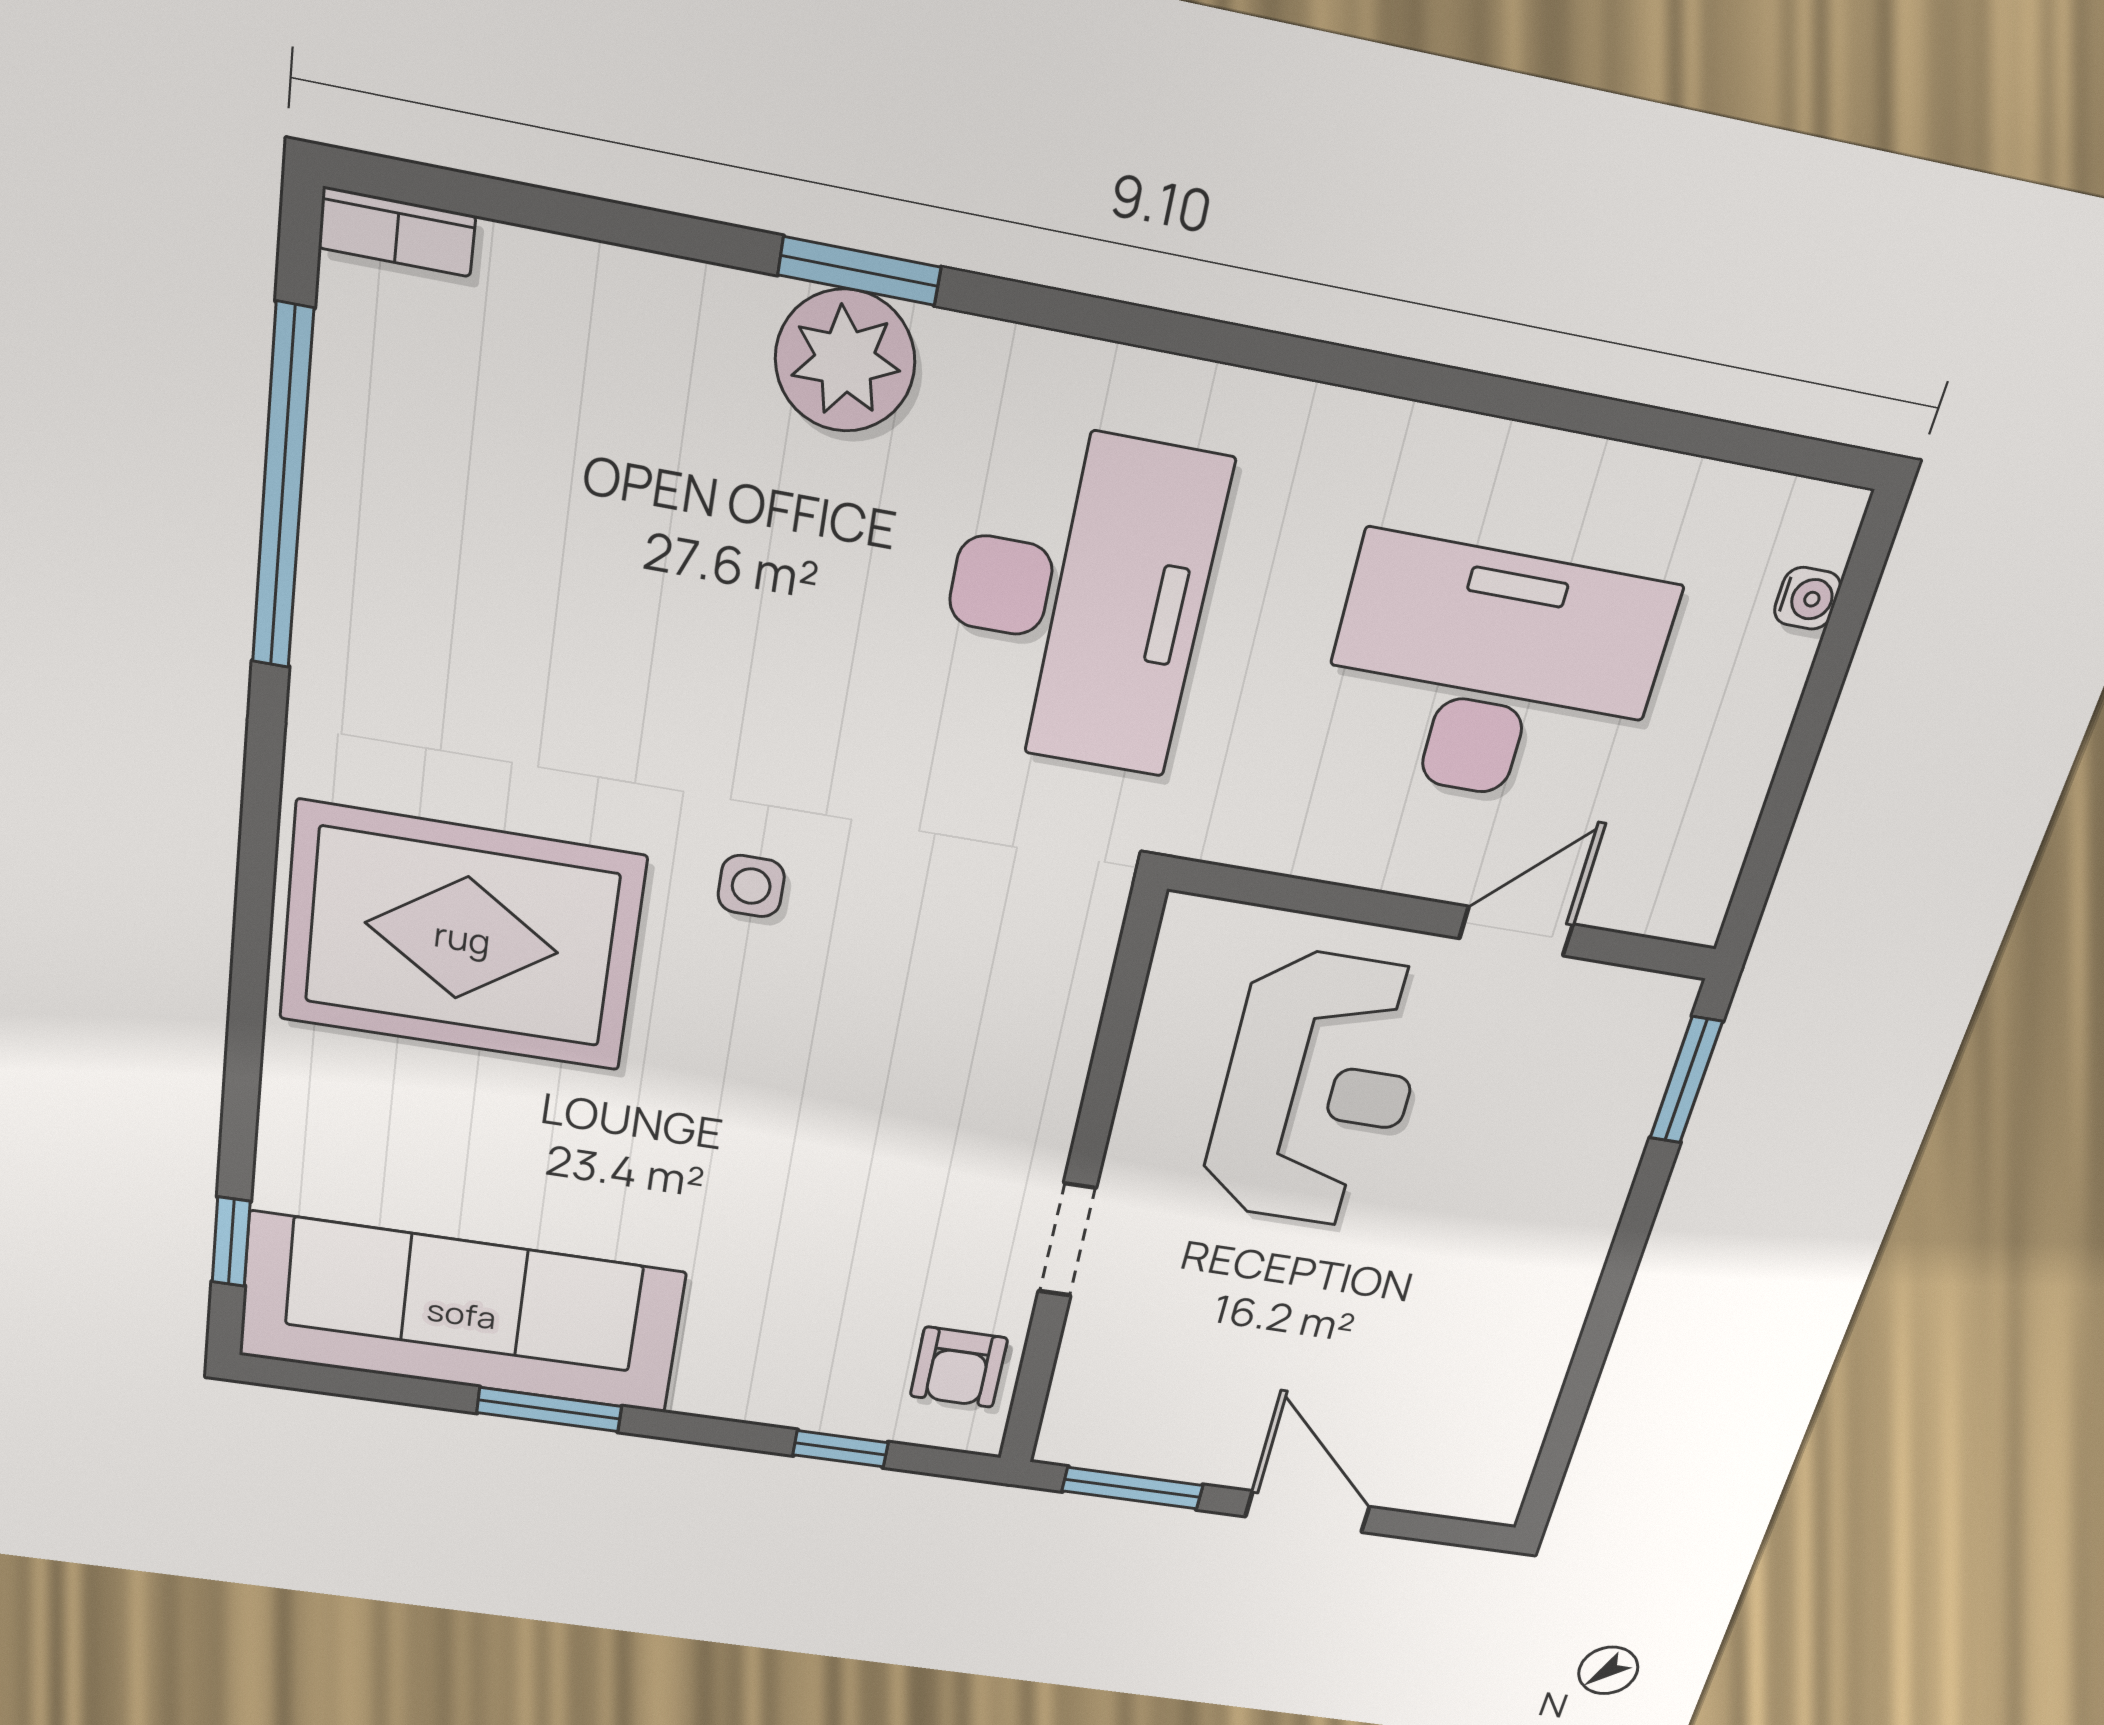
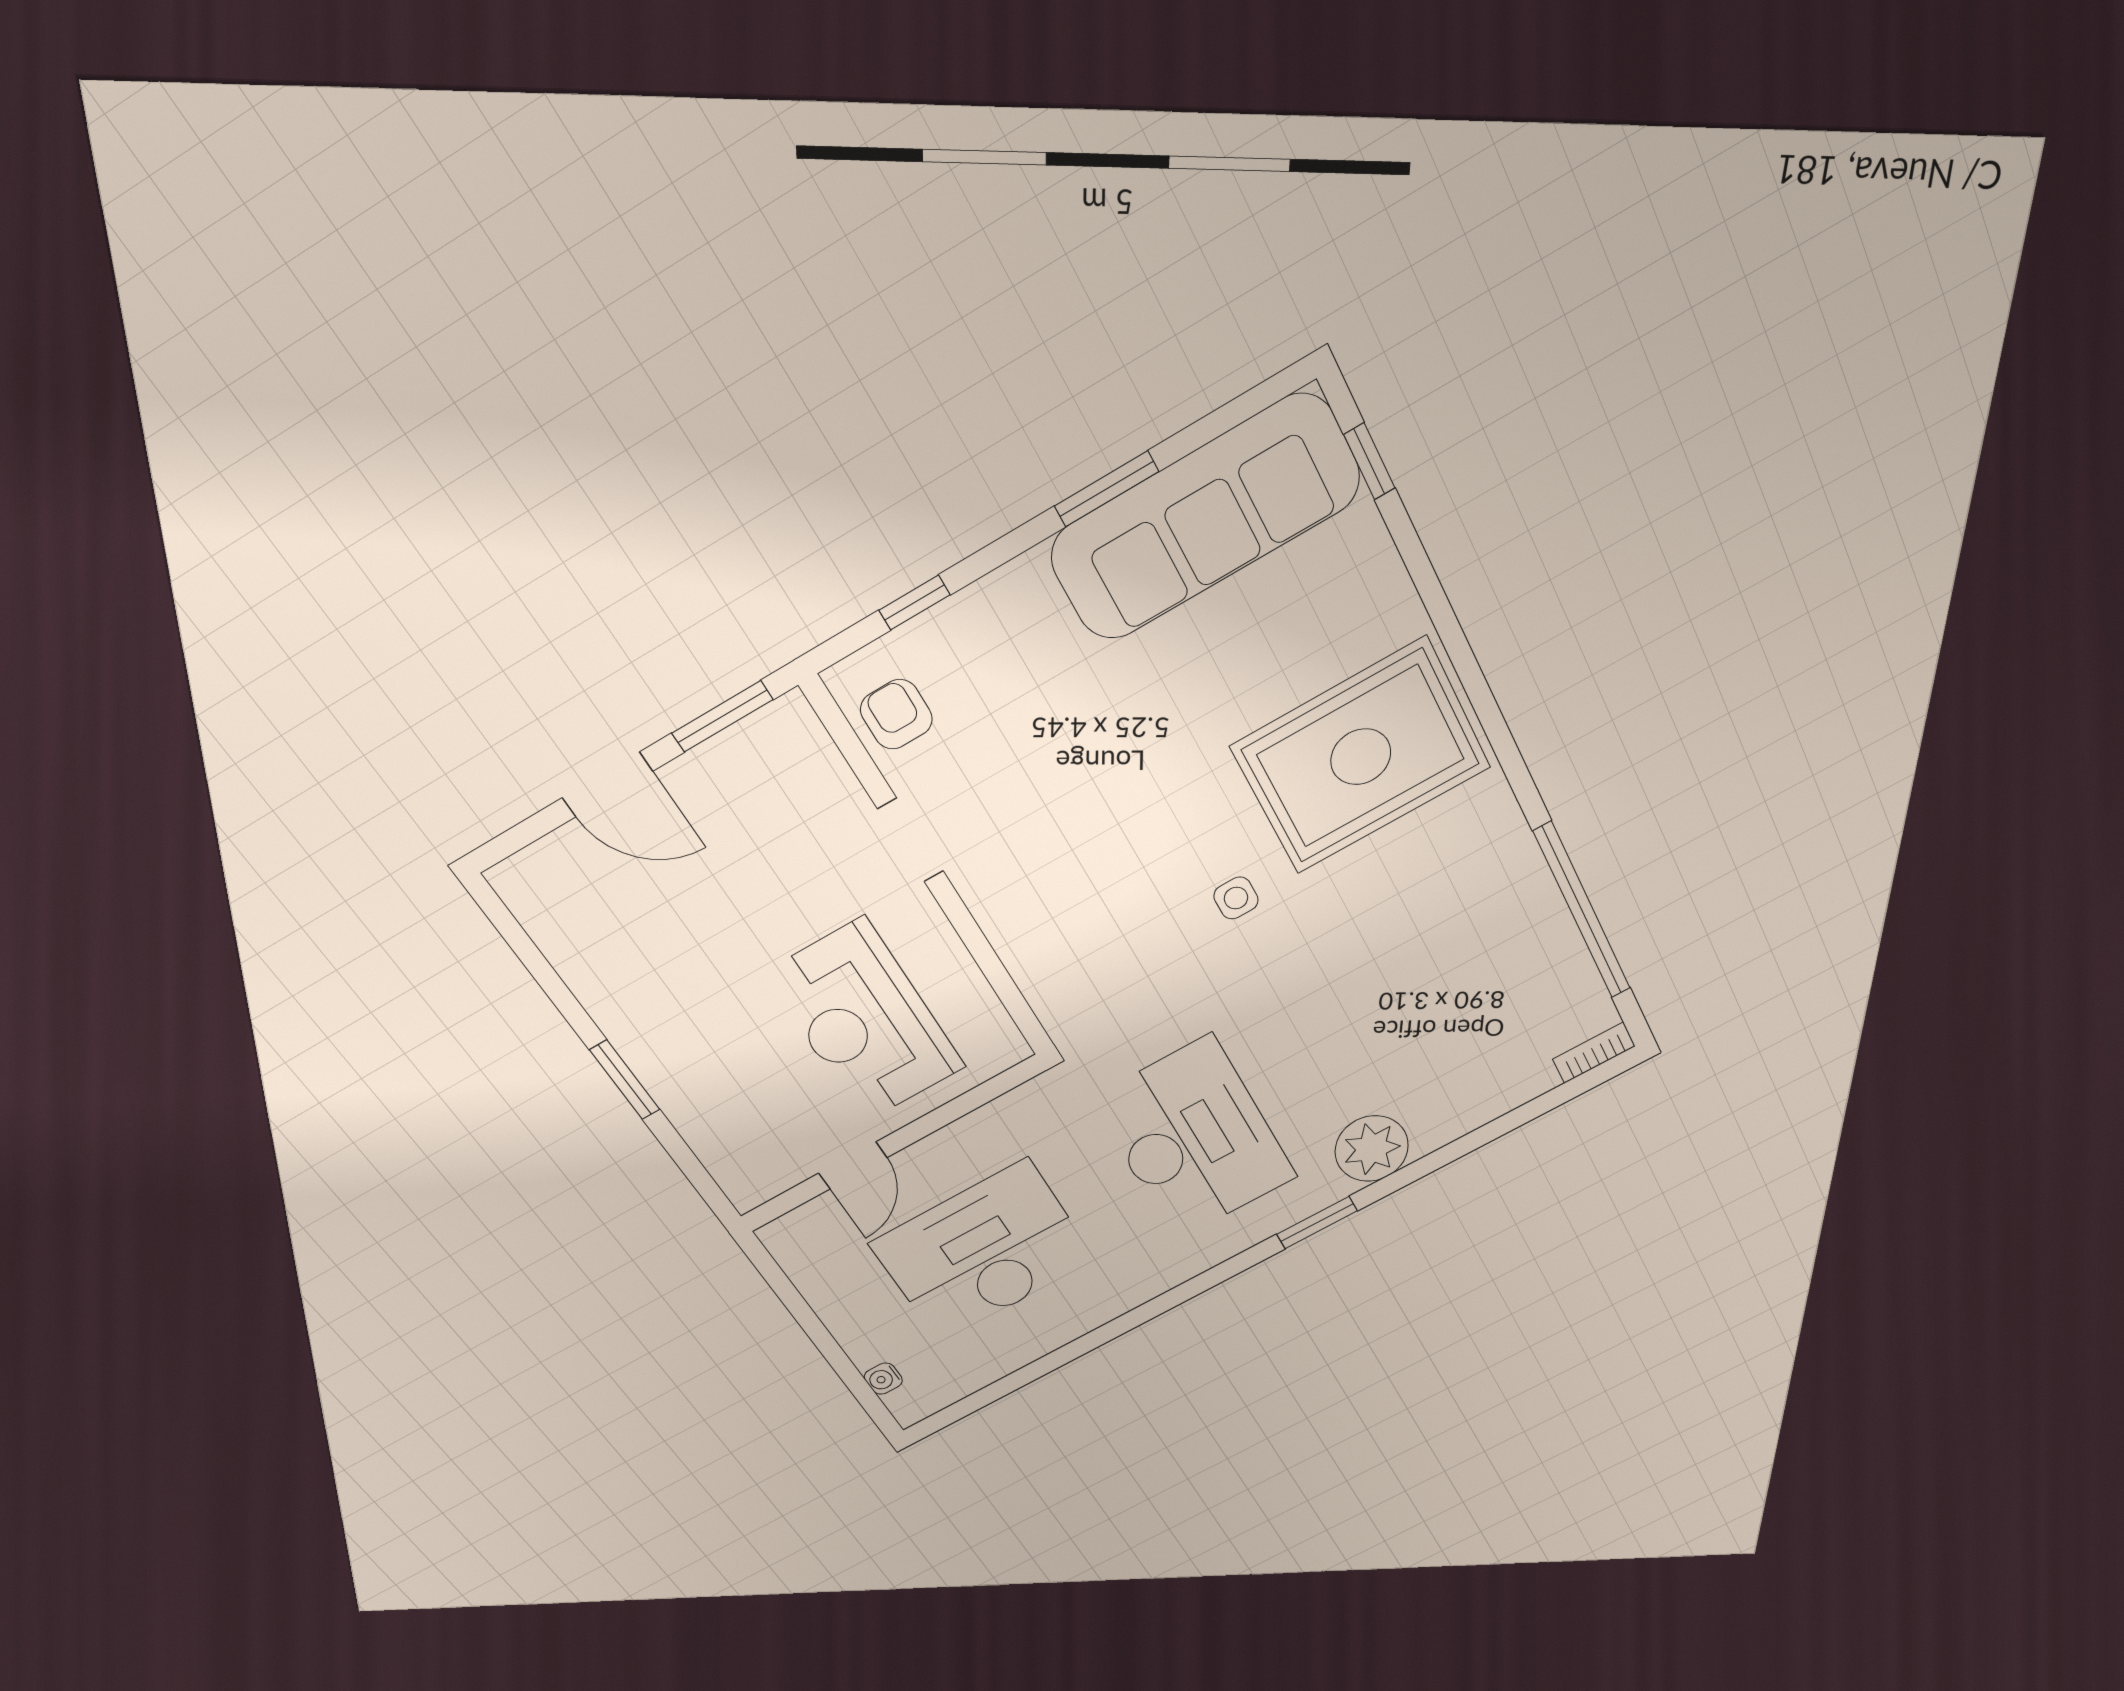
window: (859, 271) -> (1317, 1223), moved
desk: (1077, 599) -> (1194, 1139), turned 180
desk: (1493, 674) -> (983, 1252), turned 180
window: (1686, 1080) -> (625, 1080), moved

